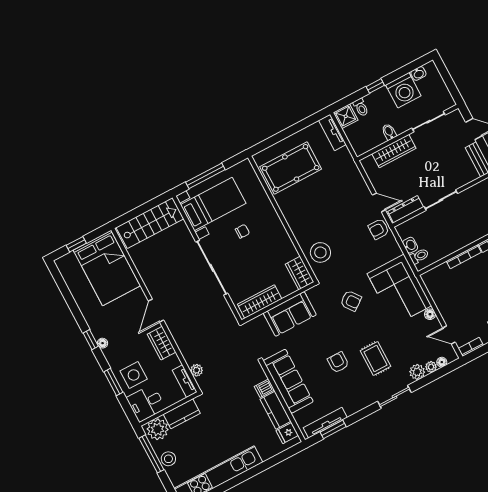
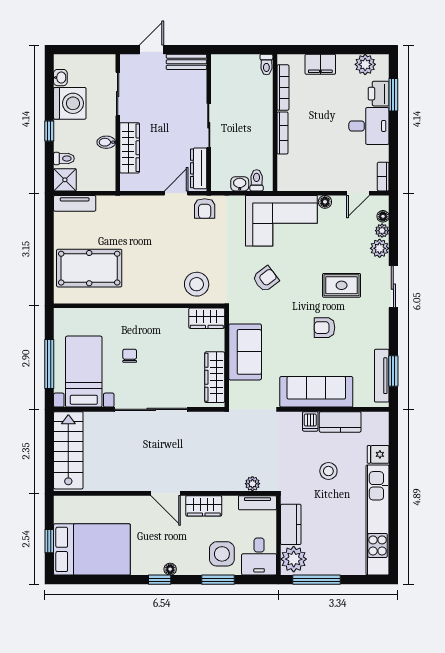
pool table: (291, 168) -> (89, 268), turned 90
bed: (107, 268) -> (92, 549), moved
fridge: (287, 433) -> (378, 454), moved, turned 90
stool: (168, 459) -> (328, 471), moved

